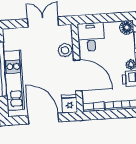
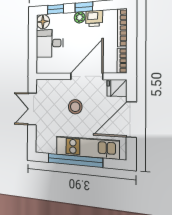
desk: (91, 37) -> (50, 43), moved
stool: (65, 50) -> (75, 107), moved

